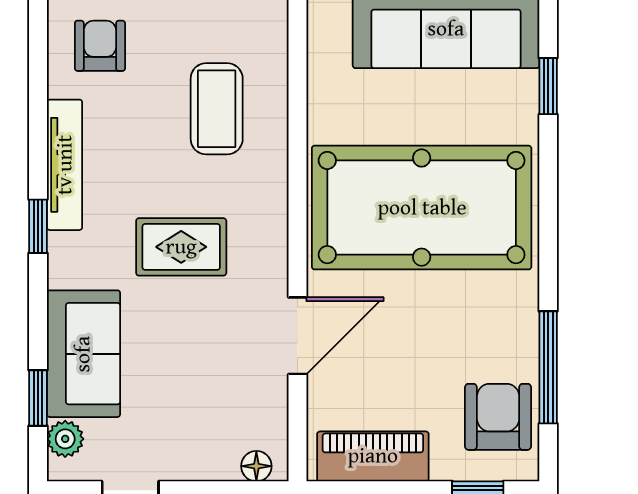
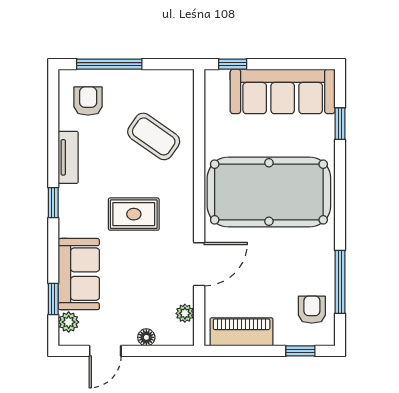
coffee table: (217, 109) -> (154, 136), turned -55
tv unit: (65, 165) -> (68, 157), width x0.71
armchair: (498, 417) -> (312, 310), width x0.72, depth x0.72
plant: (272, 423) -> (185, 313), added
floor lamp: (256, 466) -> (146, 337), moved

